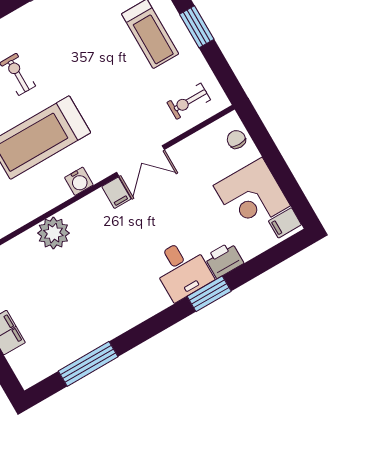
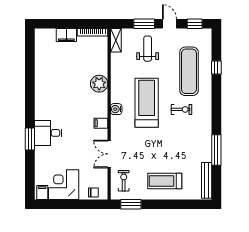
window: (197, 27) -> (131, 204), moved
double door: (140, 161) -> (109, 154), moved
printer: (224, 260) -> (41, 155), removed
window: (88, 364) -> (30, 65), removed

